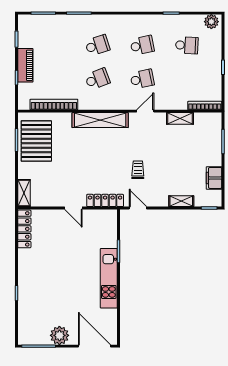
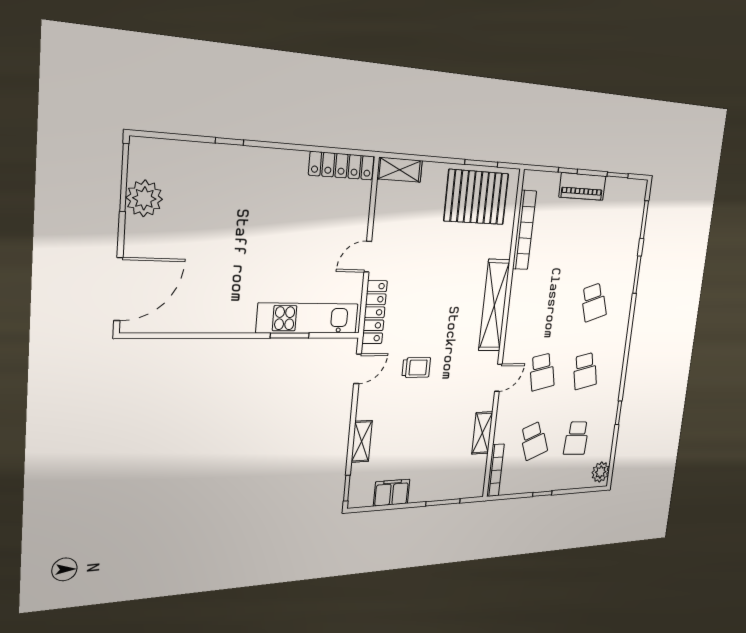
school desk: (97, 79) -> (534, 441), moved
door: (145, 111) -> (498, 378), hinge flipped
kitchen unit: (109, 278) -> (308, 318), moved
plant: (59, 335) -> (144, 198), moved

